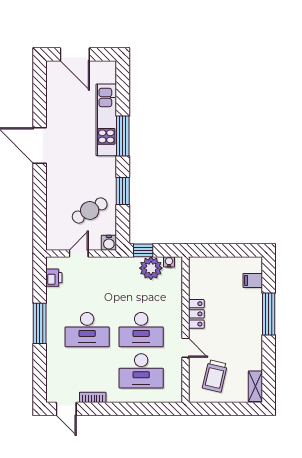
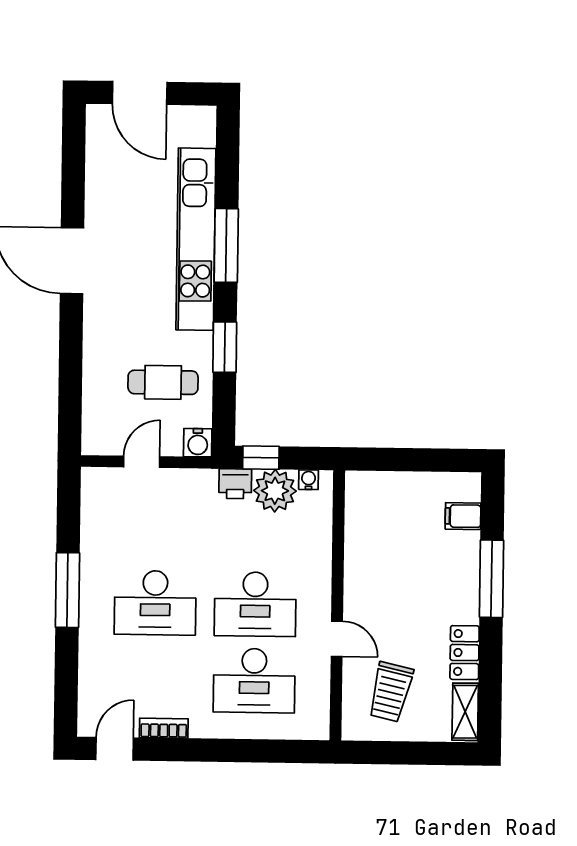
kitchen unit: (106, 120) -> (196, 239), width x1.36
cafe table: (90, 210) -> (163, 382), turned 30
printer: (54, 278) -> (235, 484), moved, turned 90
locker: (196, 314) -> (465, 653), moved, turned 180
door: (66, 409) -> (115, 749), swing flipped

